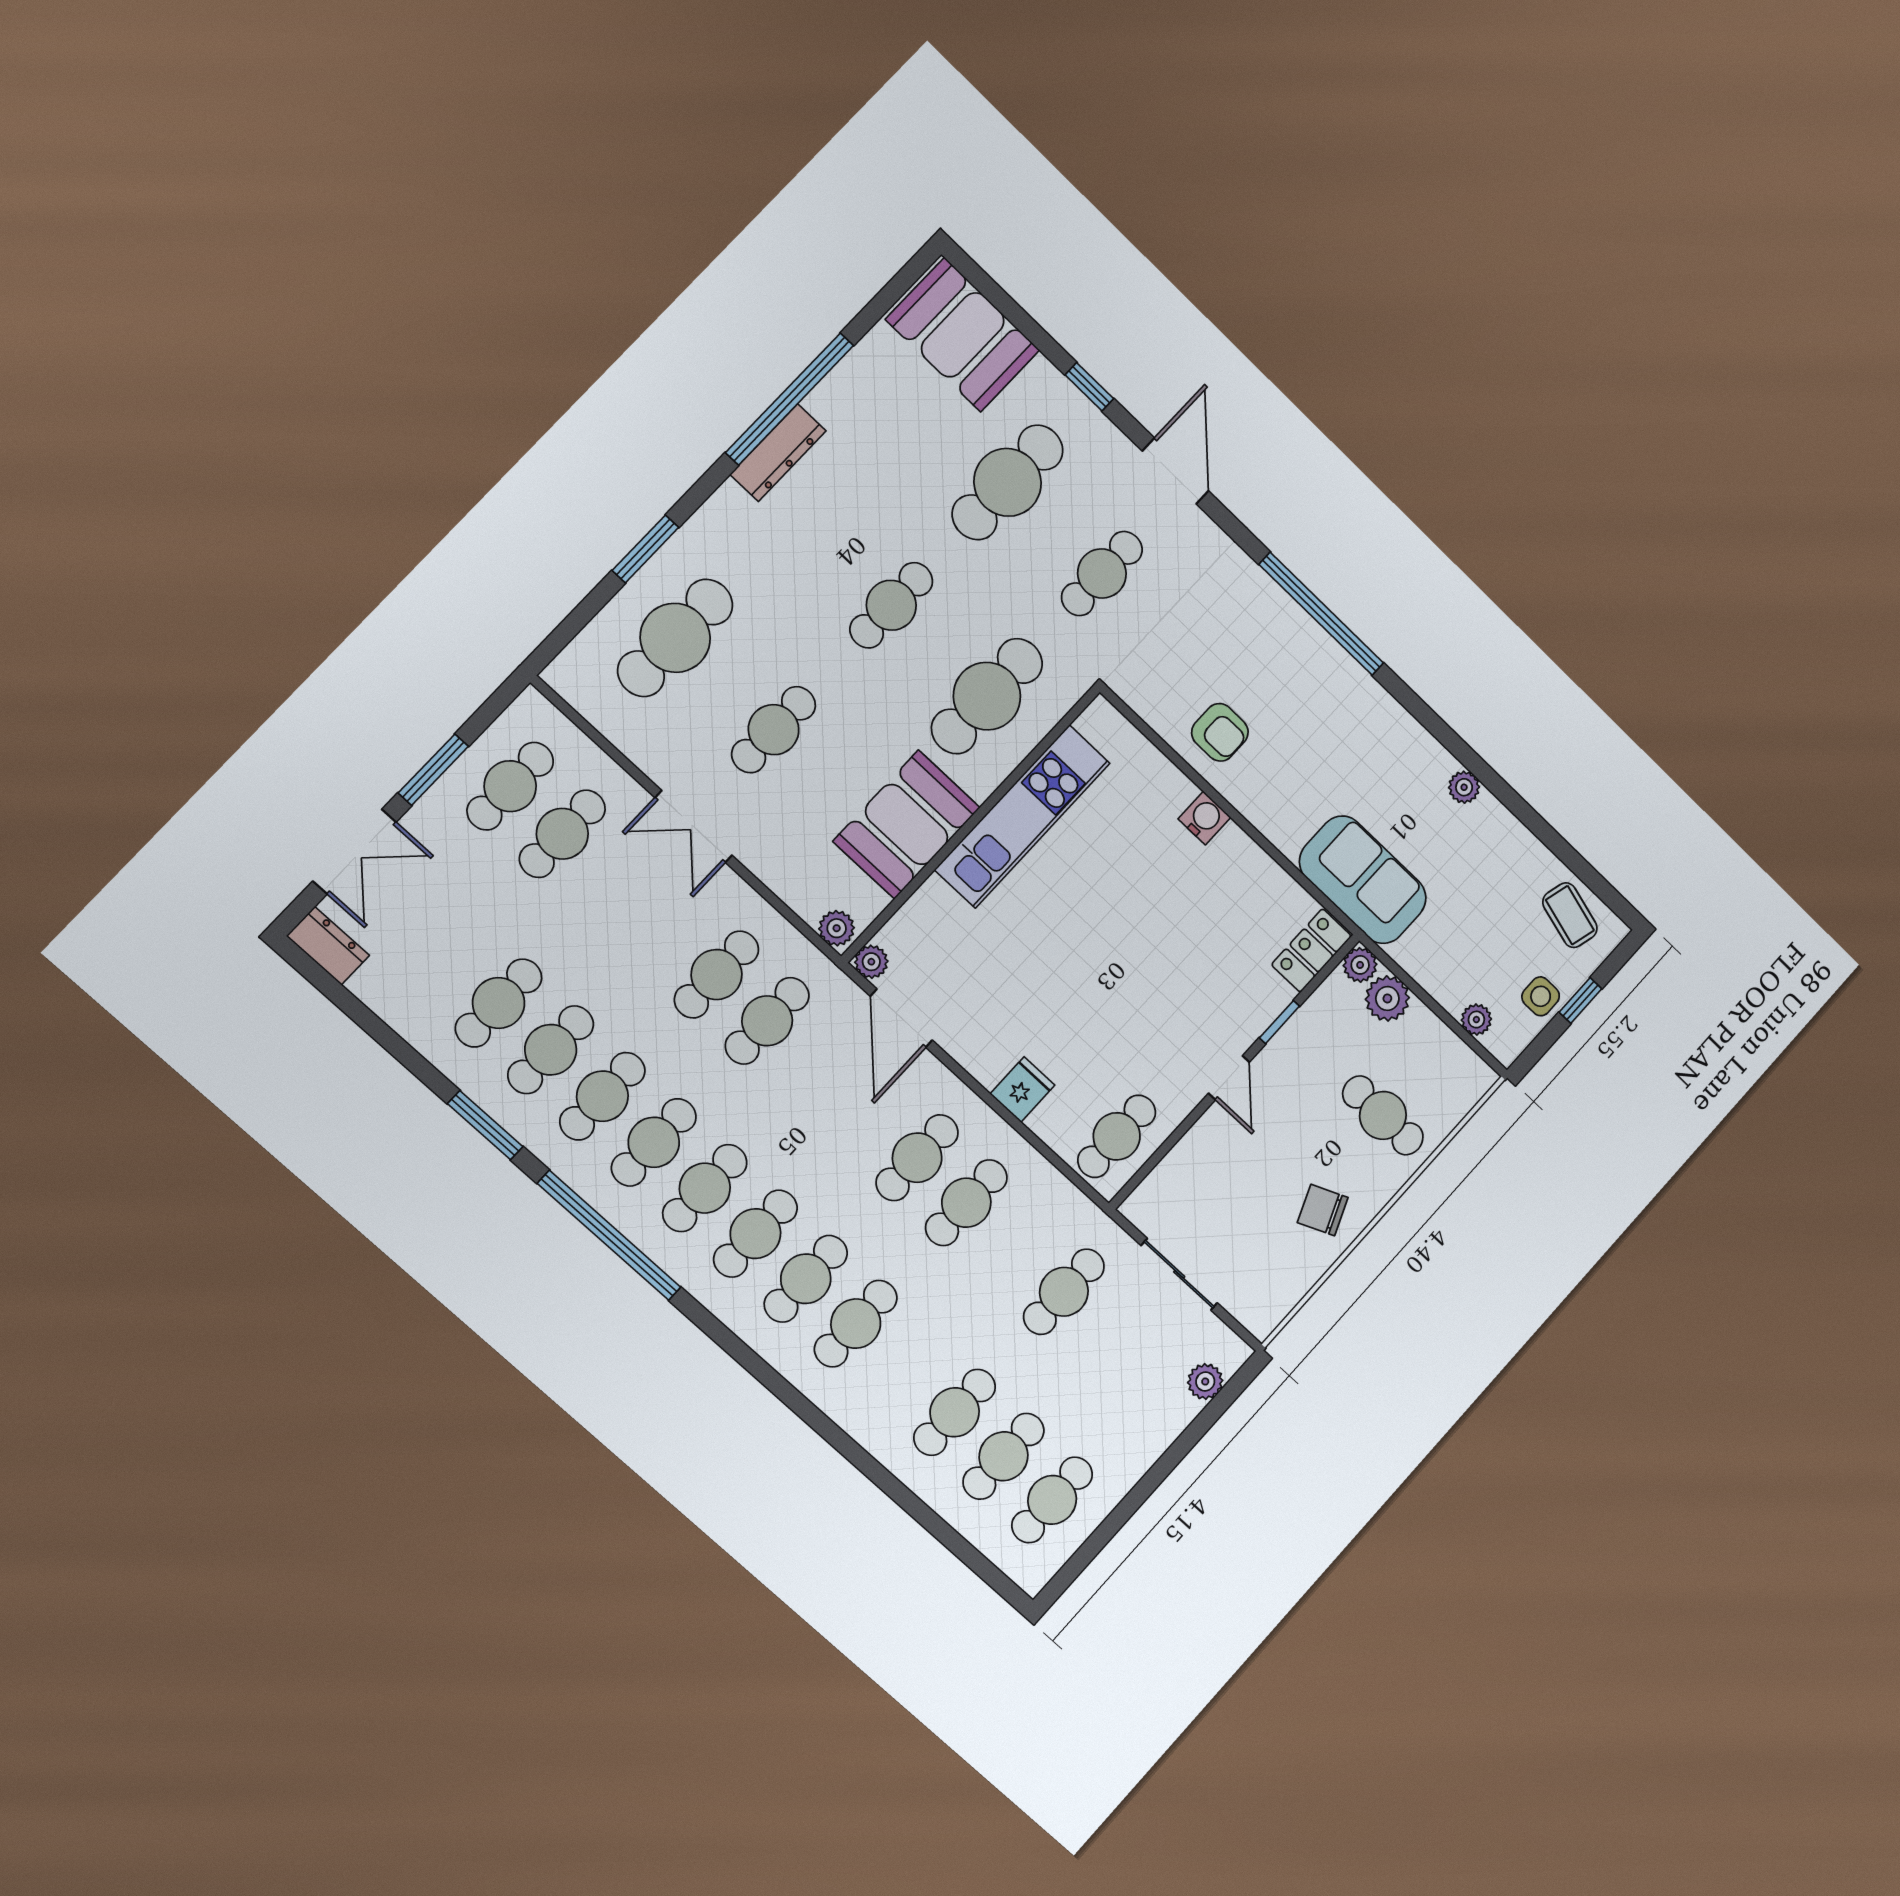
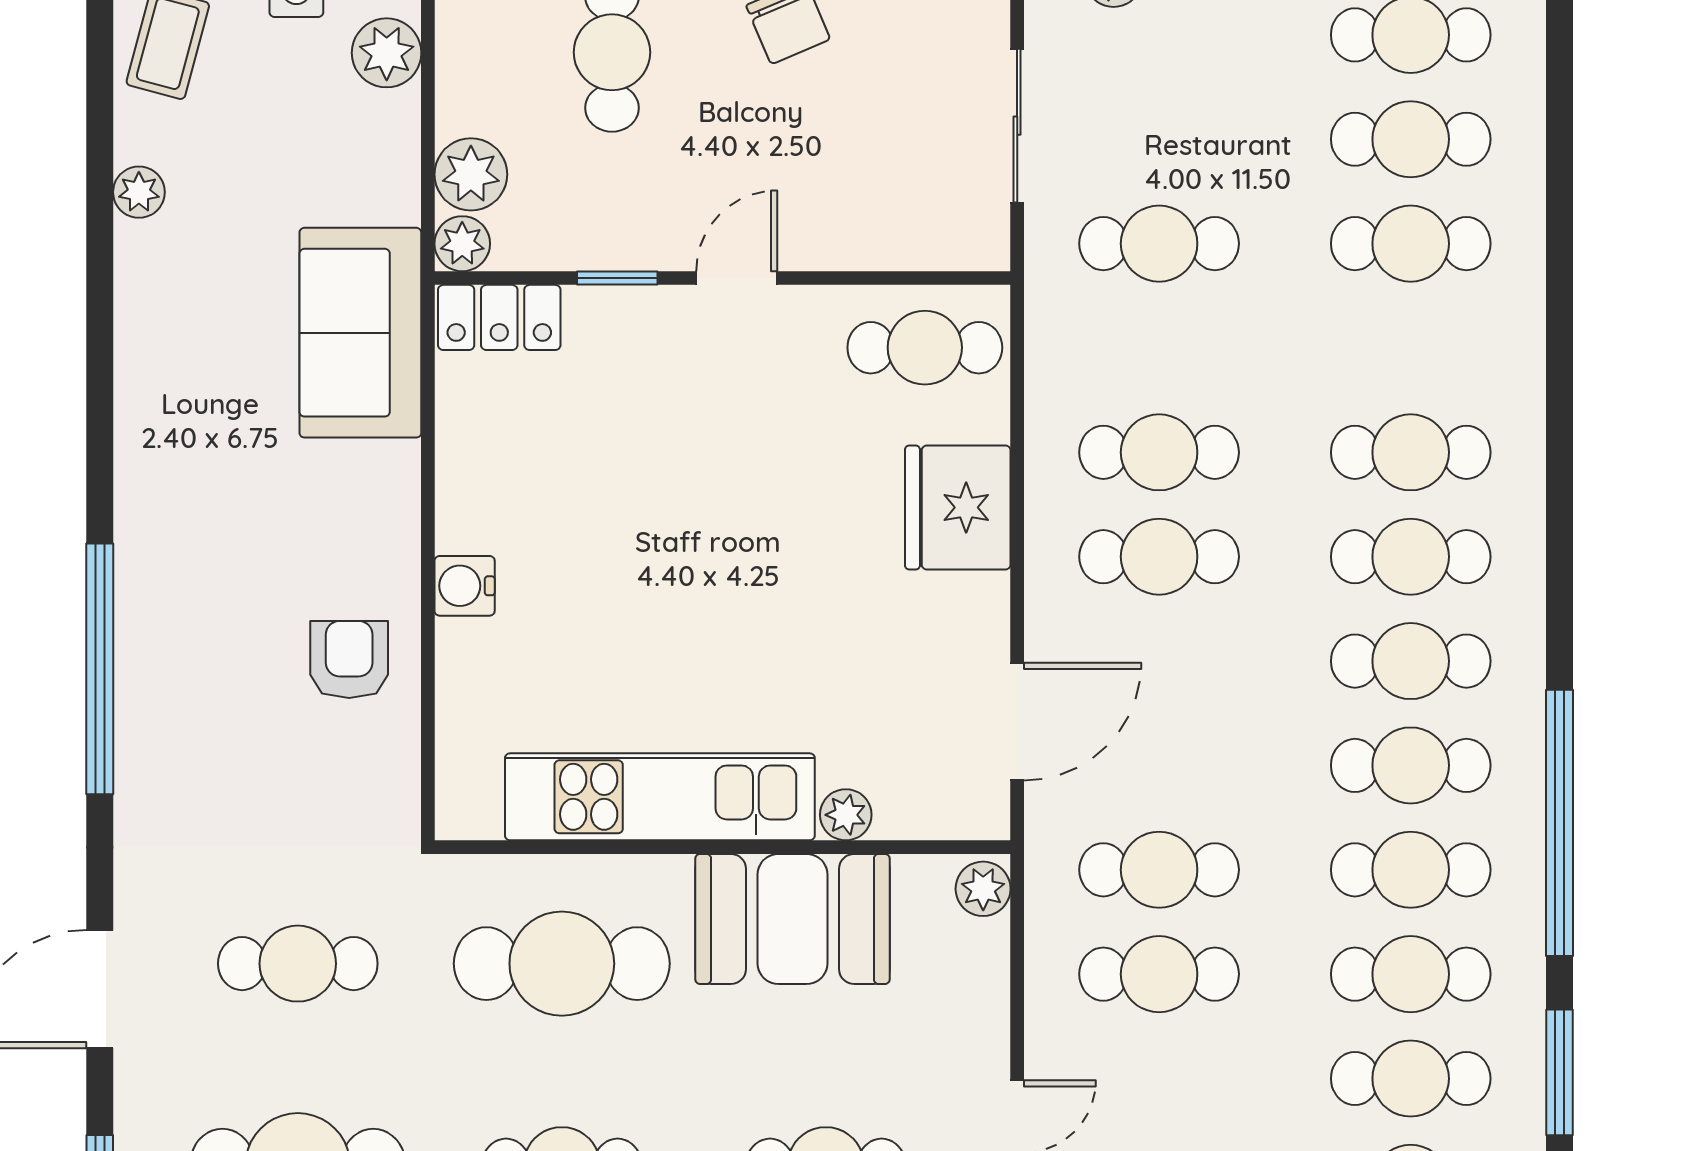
plant: (1464, 787) -> (139, 192), moved
plant: (871, 962) -> (846, 815), moved
plant: (1476, 1020) -> (387, 53), width x1.38, depth x1.38
fridge: (1022, 1089) -> (958, 507), width x1.88, depth x1.34

